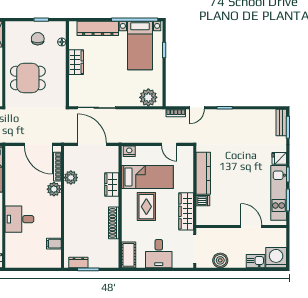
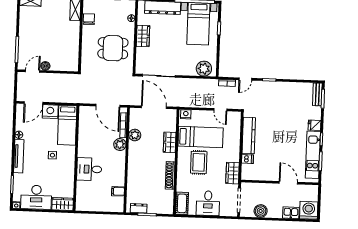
chair: (38, 39) -> (89, 19), moved
dining table: (28, 78) -> (113, 48), moved
wardrobe: (186, 211) -> (233, 173), width x0.67

